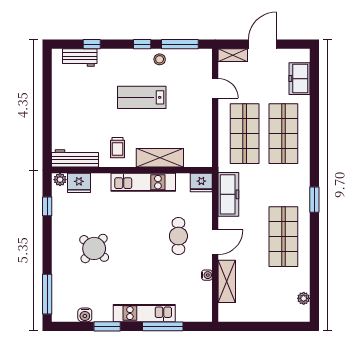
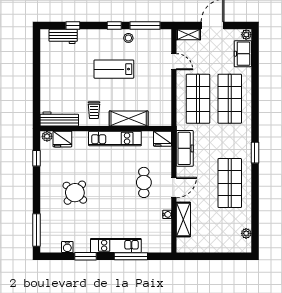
plant: (304, 55) -> (246, 35), added

